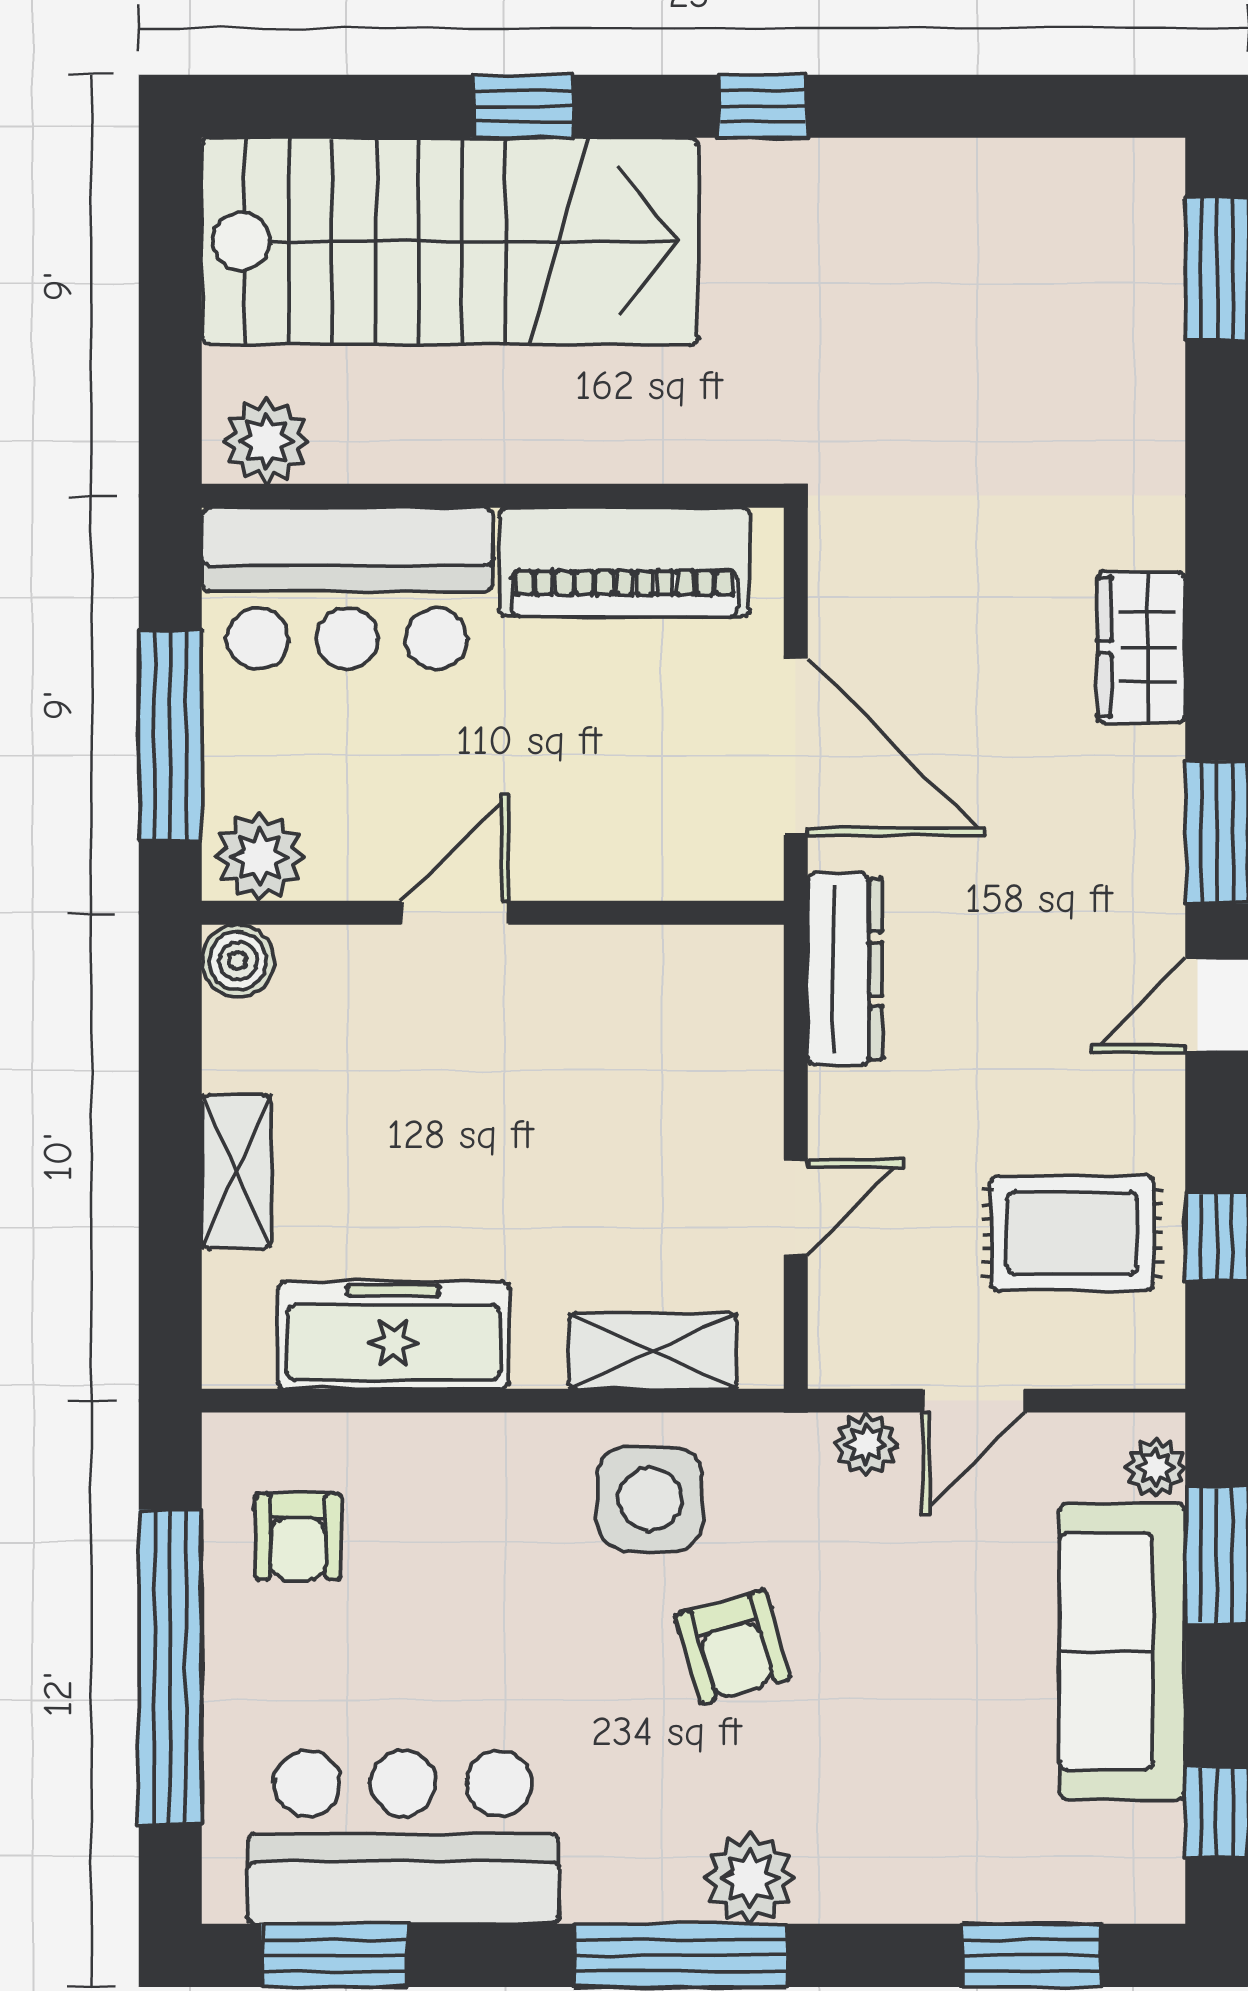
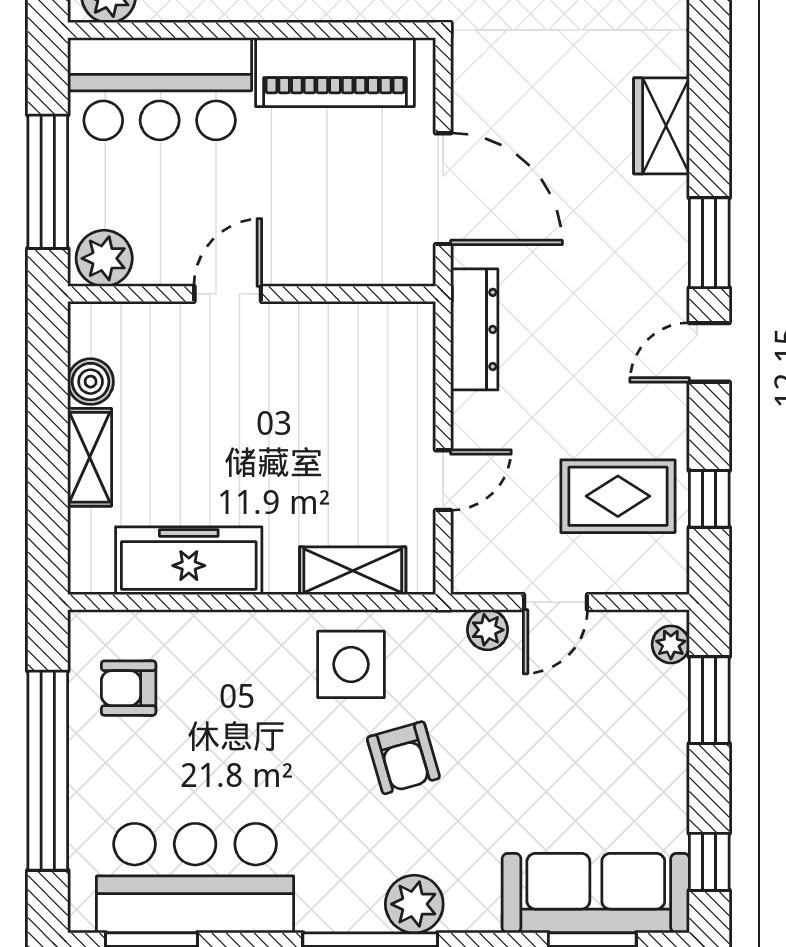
boiler: (238, 961) -> (91, 382), moved
armchair: (298, 1537) -> (129, 688), turned 90
sofa: (1122, 1651) -> (596, 893), moved, turned 90

